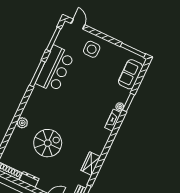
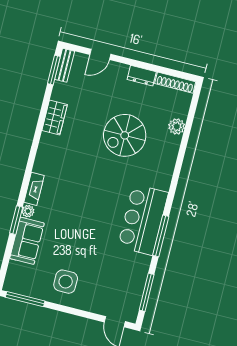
side table: (92, 49) -> (66, 282), moved
bar counter: (55, 69) -> (143, 220), moved
sofa: (131, 74) -> (27, 241), moved
plant: (22, 123) -> (177, 126), moved

